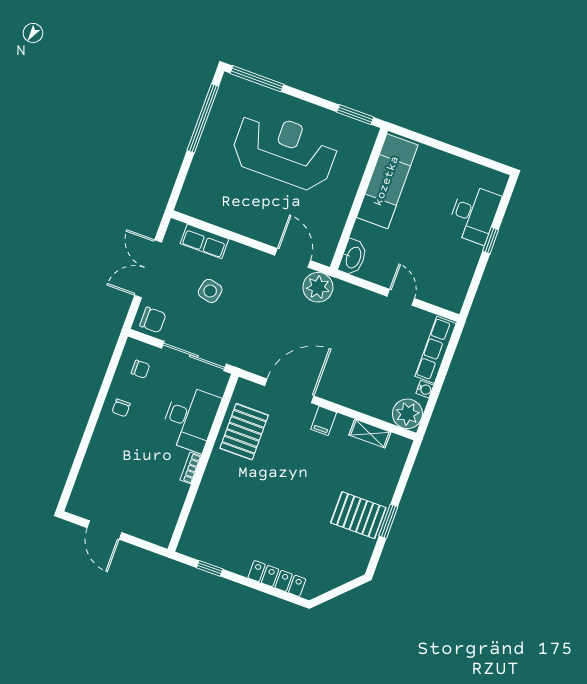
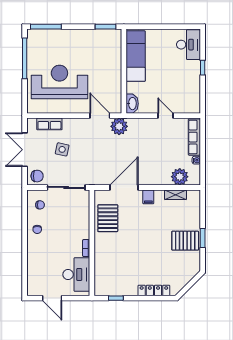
reception desk: (284, 151) -> (59, 82), moved
desk: (474, 214) -> (188, 45), moved
plant: (407, 414) -> (180, 177), moved
desk: (190, 418) -> (76, 274), moved

